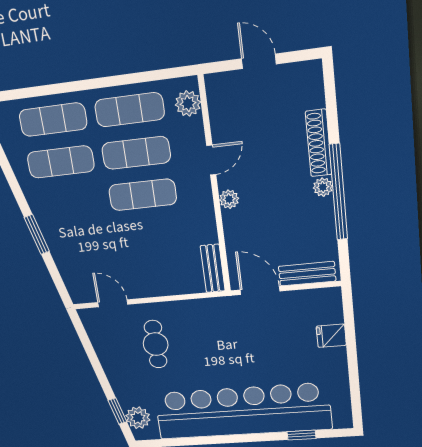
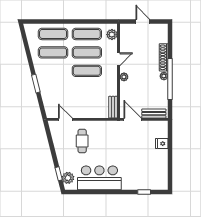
bar counter: (242, 411) -> (99, 178), width x0.54

